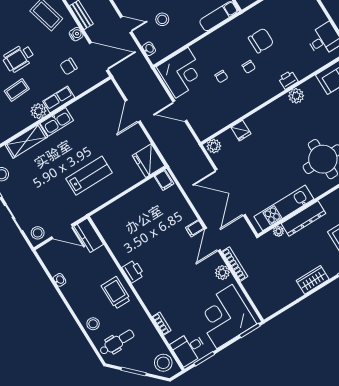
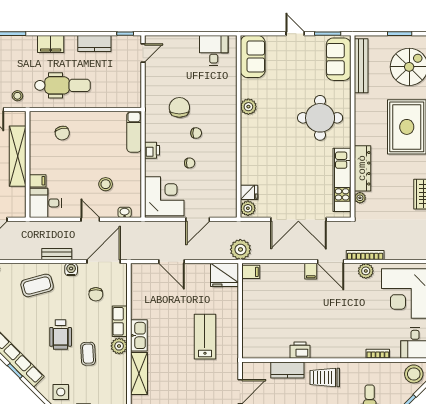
door: (126, 25) -> (90, 219), hinge flipped
printer: (288, 80) -> (152, 150), moved, turned 180
fridge: (241, 131) -> (249, 192), moved
plant: (177, 161) -> (240, 249), added
kitchen counter: (89, 235) -> (287, 370), moved
printer: (133, 271) -> (300, 350), moved

